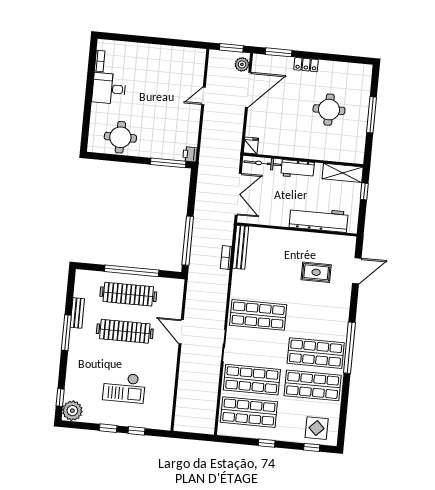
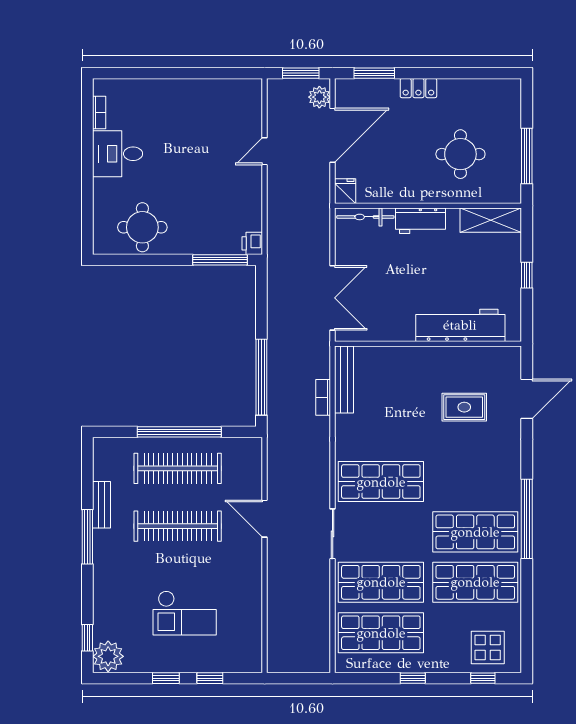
fridge: (251, 145) -> (345, 191), moved
wall: (303, 160) -> (428, 206), moved
bicycle: (262, 163) -> (365, 217), moved
workbench: (298, 169) -> (421, 221), moved
shelving: (343, 173) -> (491, 220), moved

